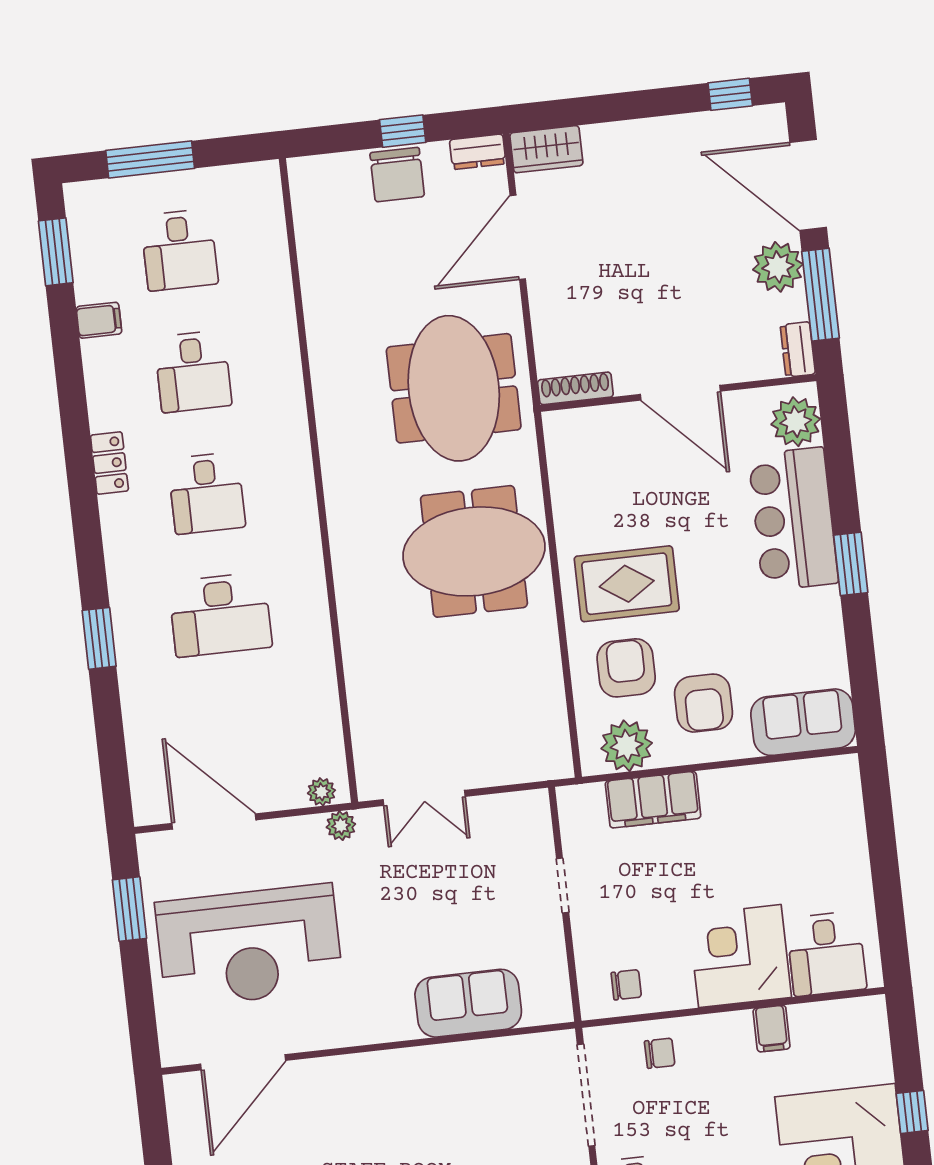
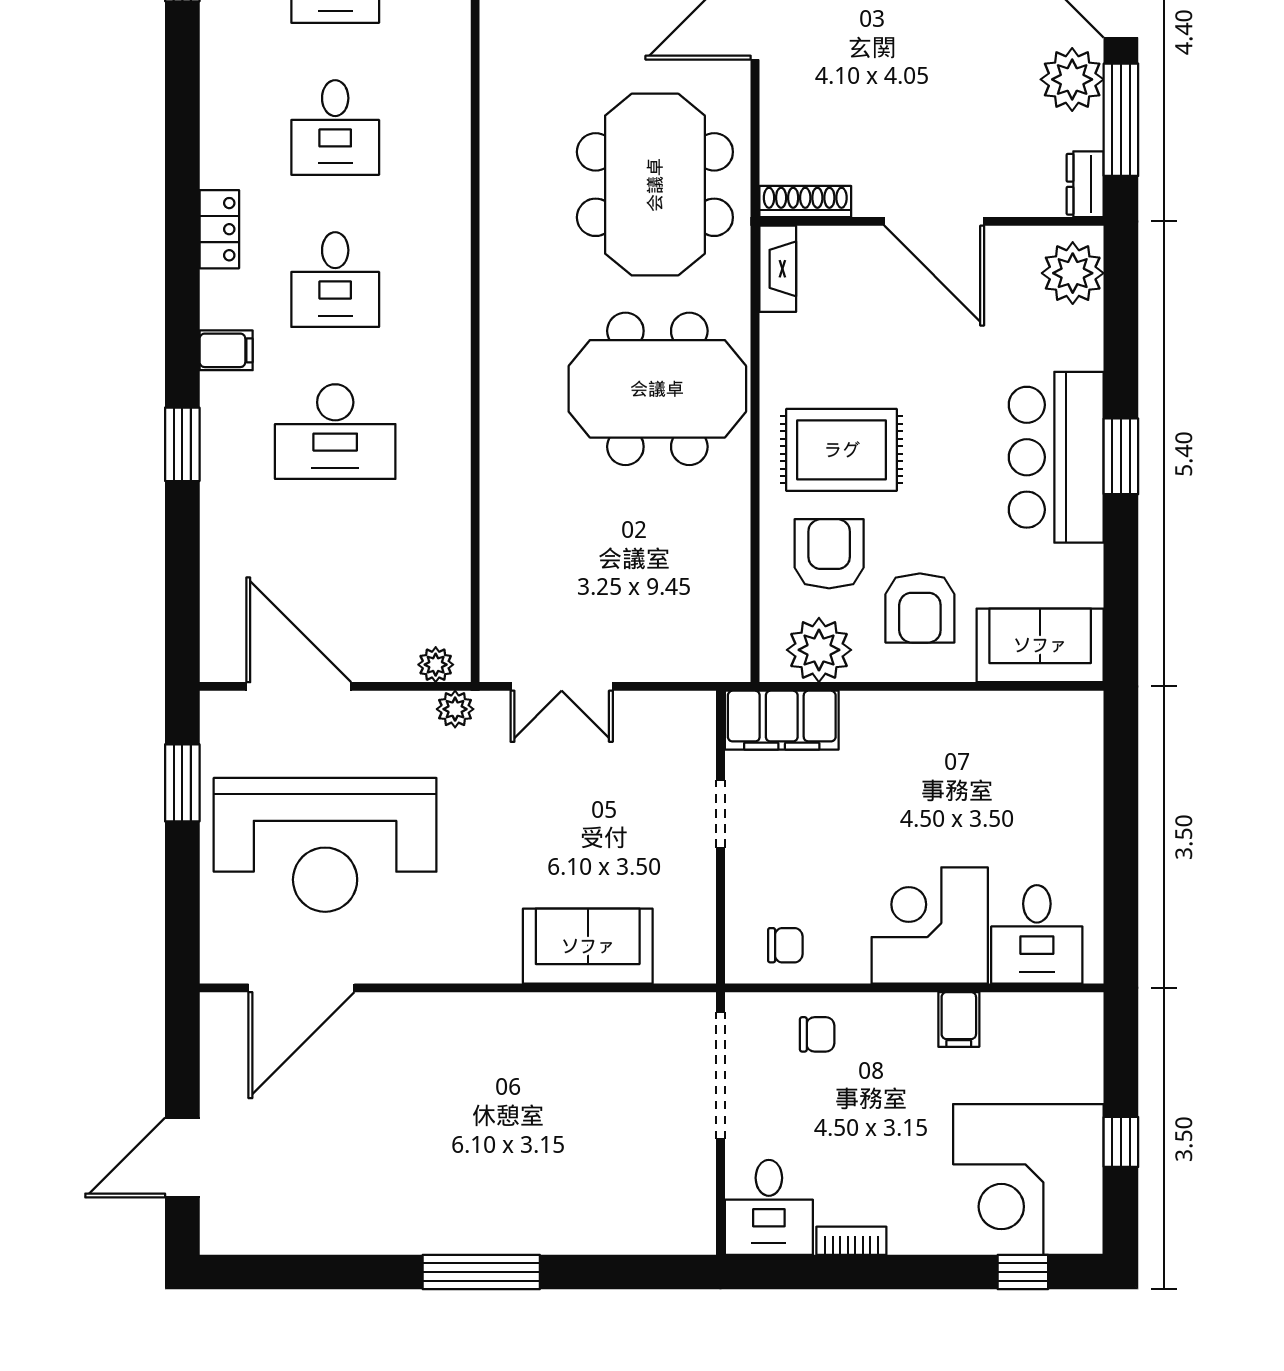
filing cabinet: (99, 320) -> (226, 350), moved
fireplace: (559, 445) -> (778, 269), added
bar counter: (793, 519) -> (1056, 457), moved
filing cabinet: (653, 800) -> (782, 720), moved

